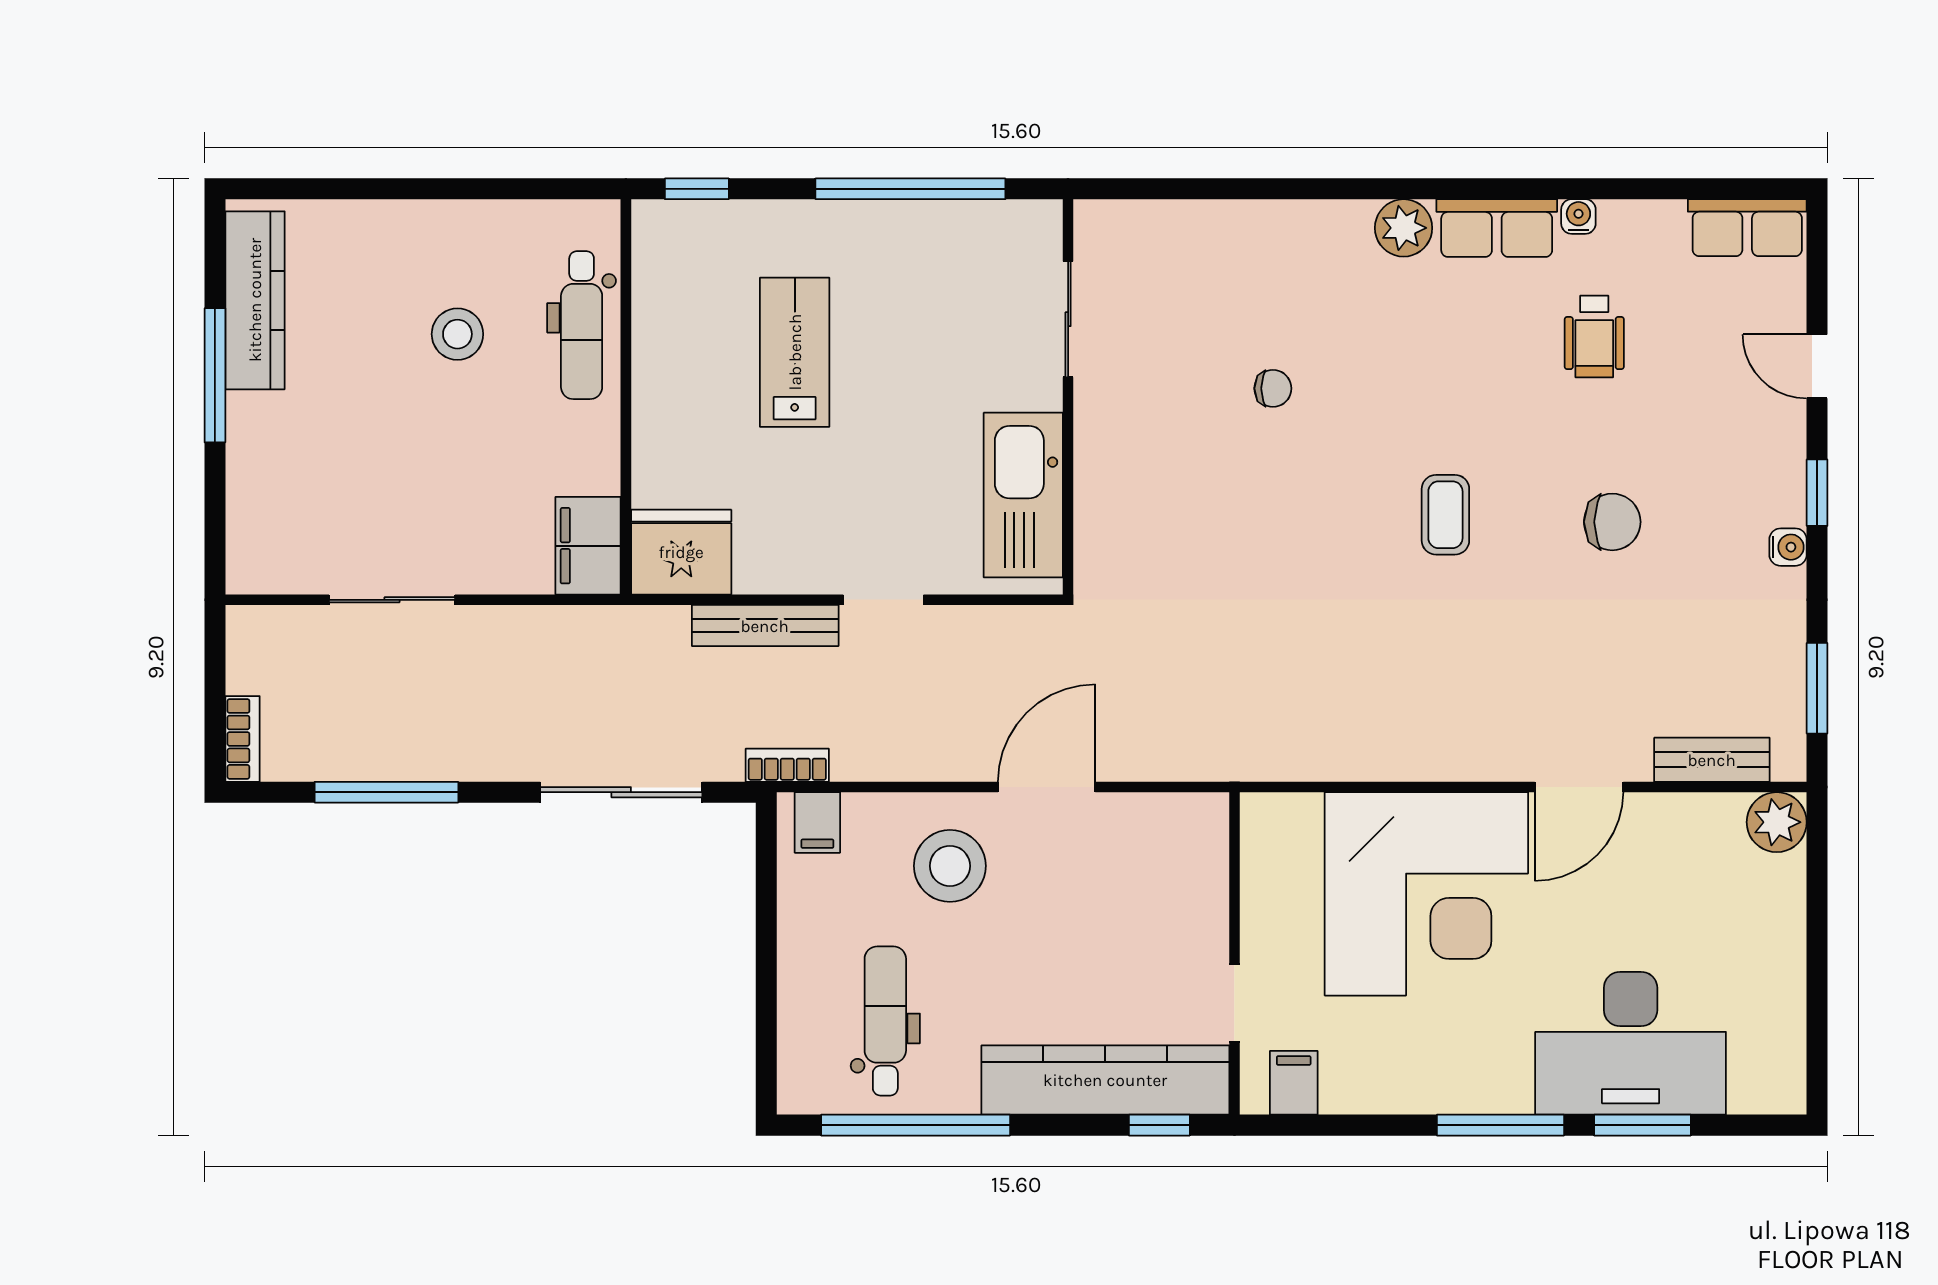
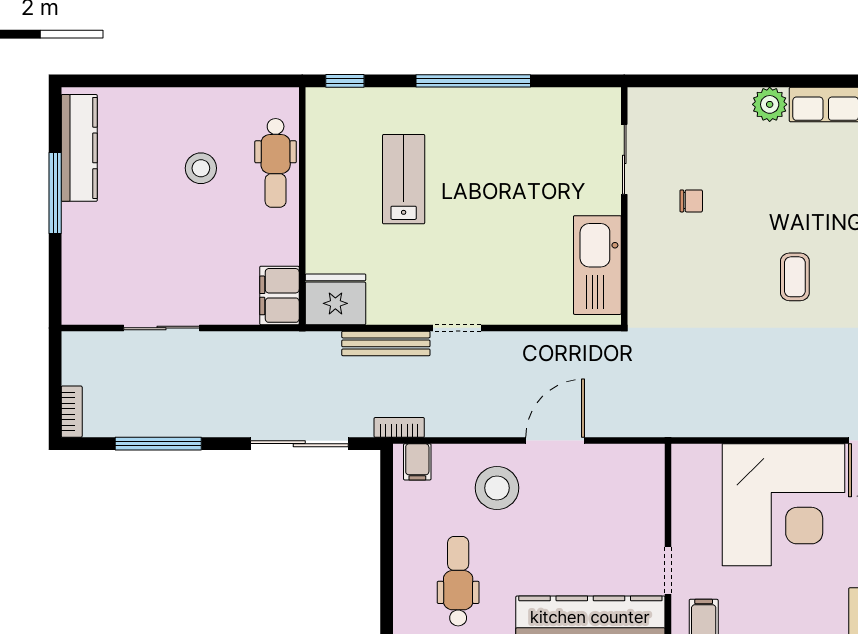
sliding door: (1068, 319) -> (624, 159), moved
wall: (1068, 397) -> (624, 206), moved
kitchen sink: (1023, 495) -> (597, 265), moved

